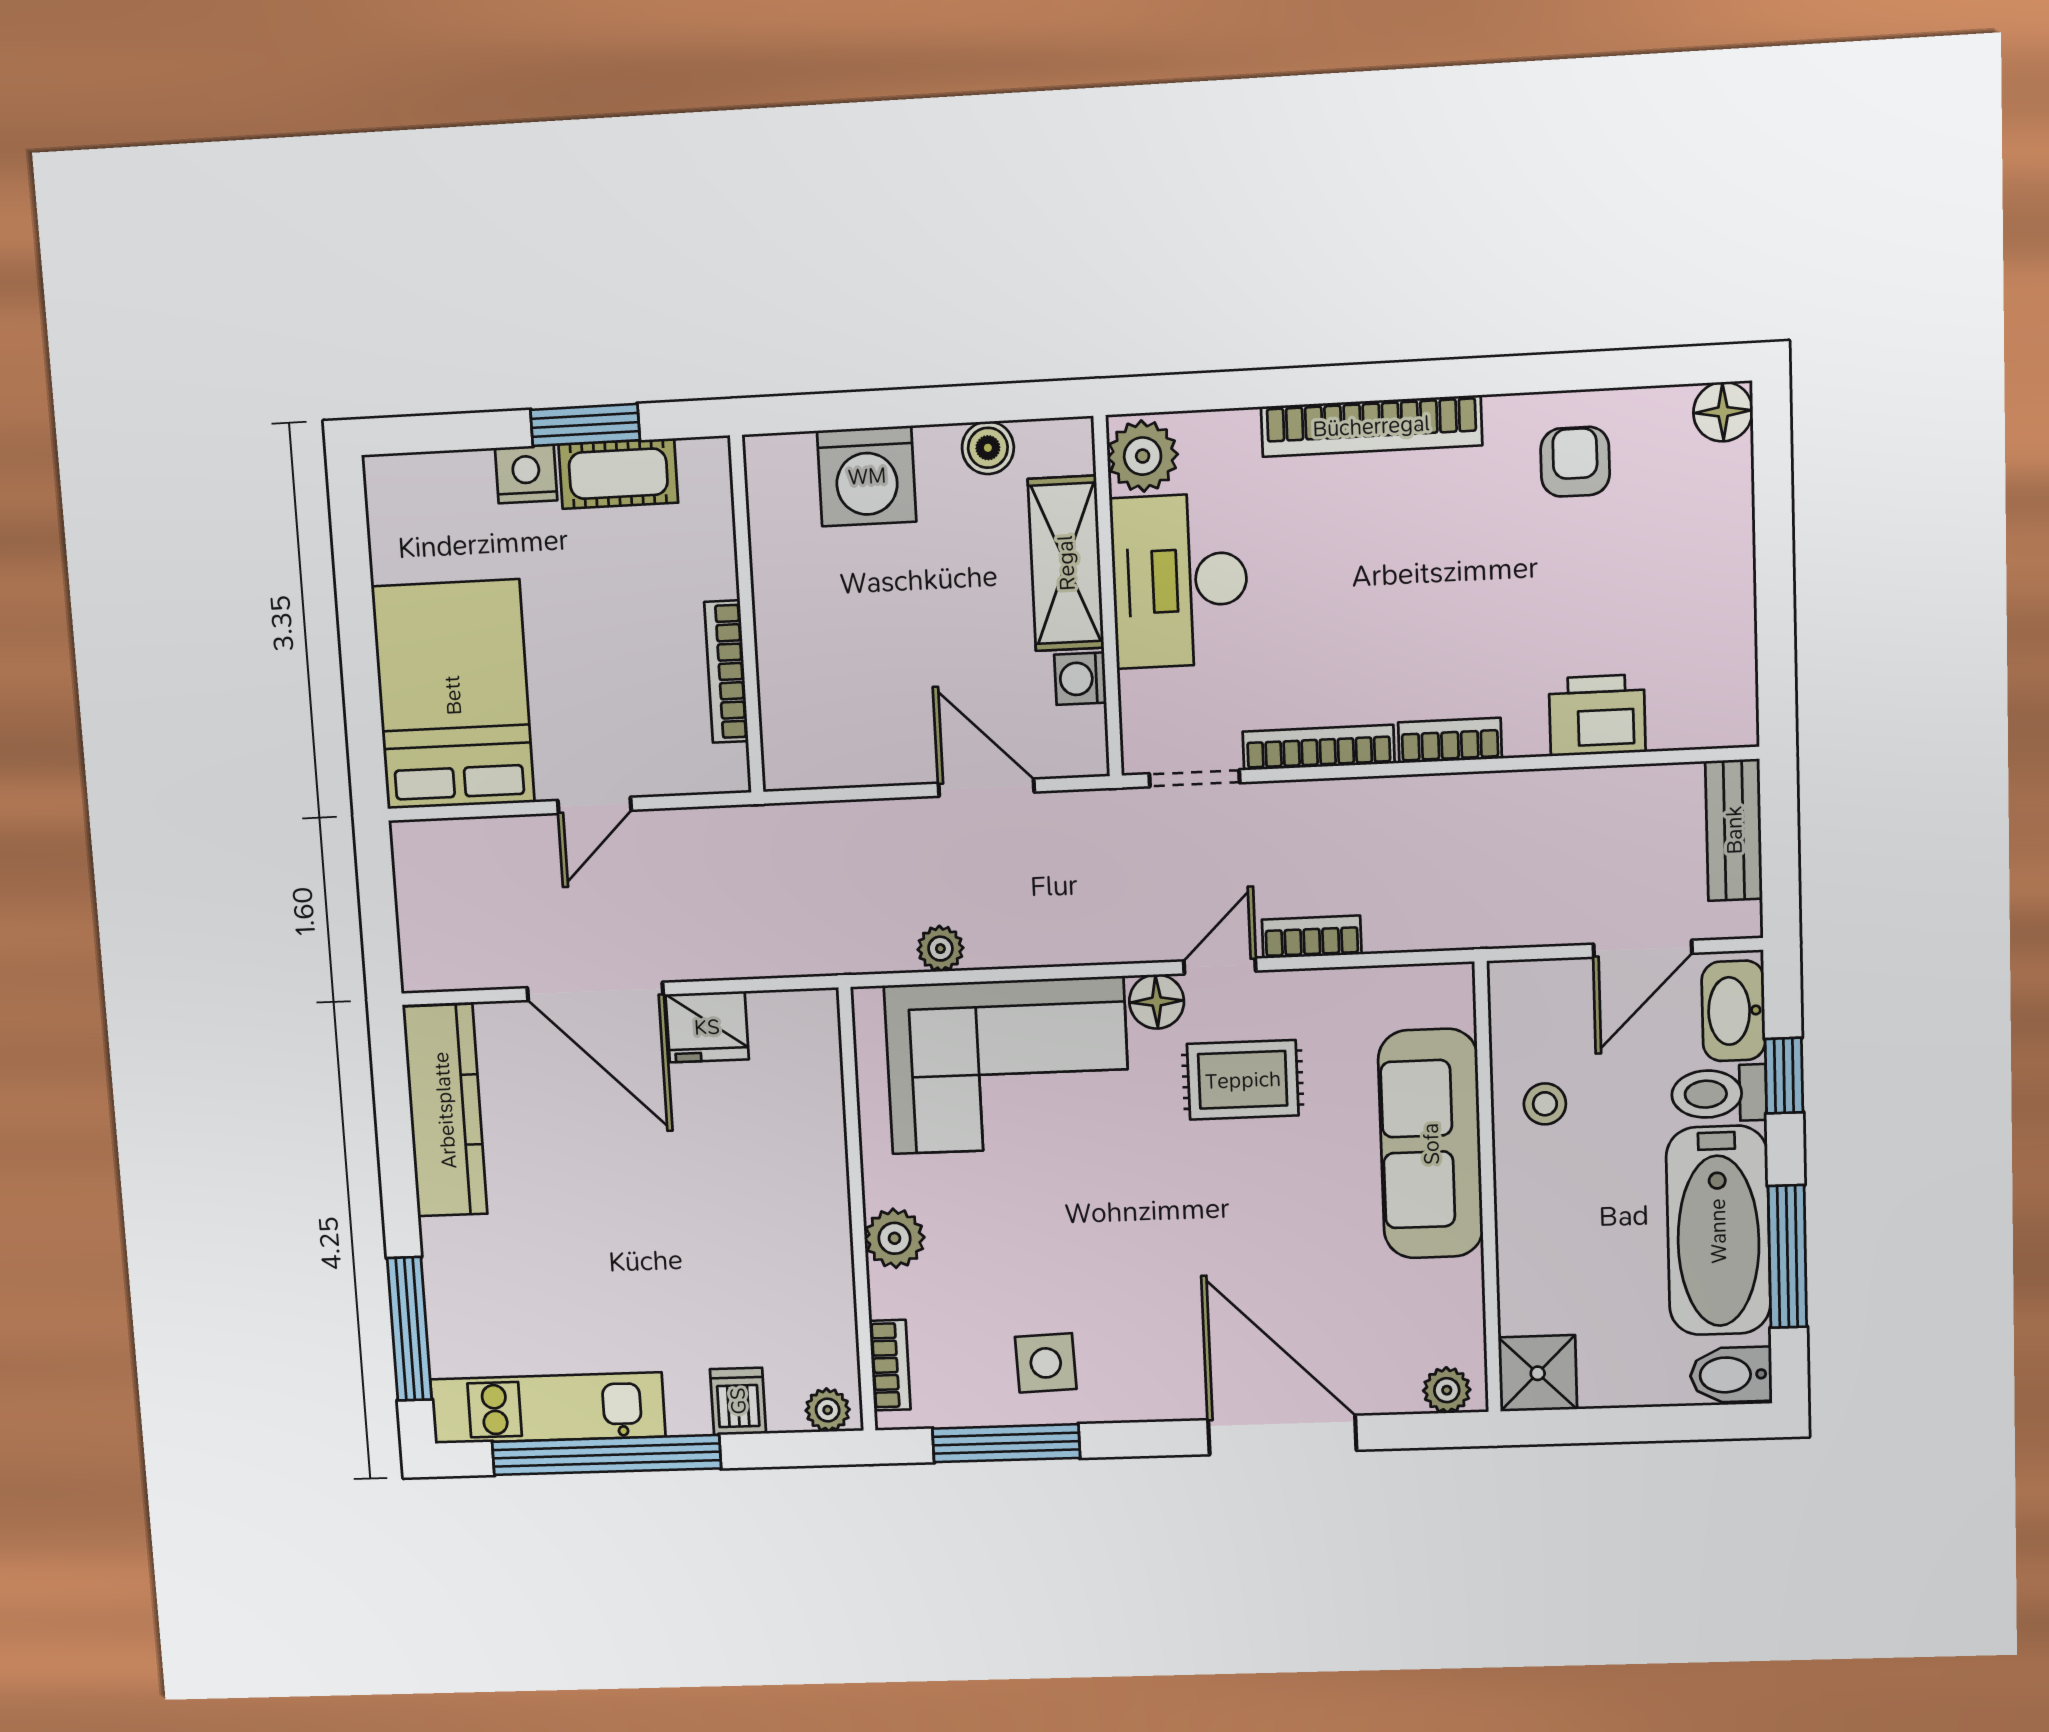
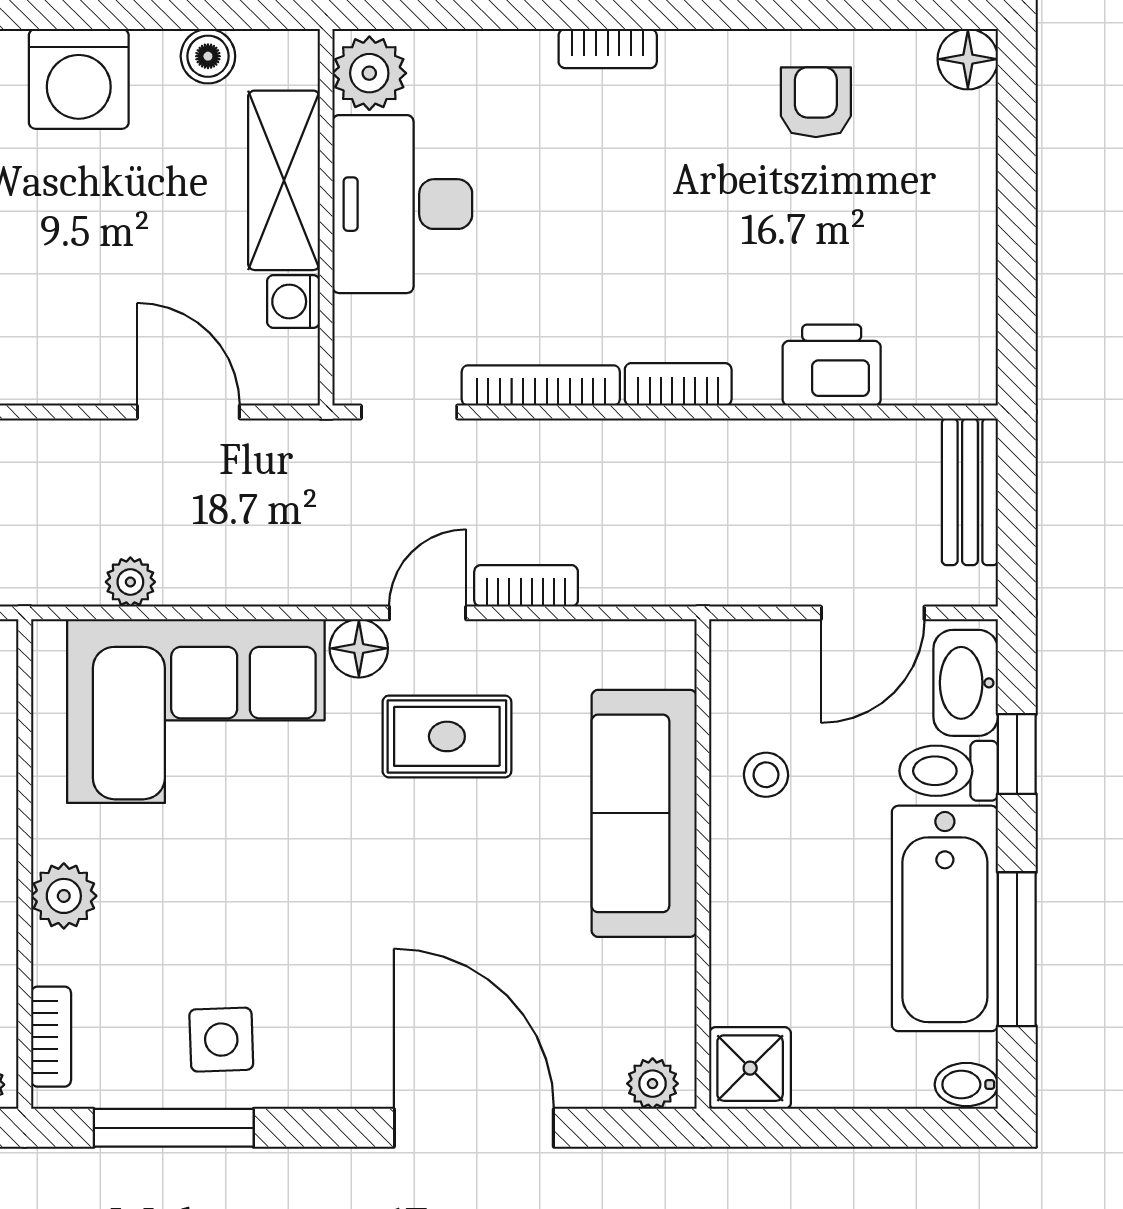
bookcase: (1371, 426) -> (608, 49), width x0.43, depth x0.76
bidet: (1731, 1375) -> (966, 1085), width x0.72, depth x0.74

